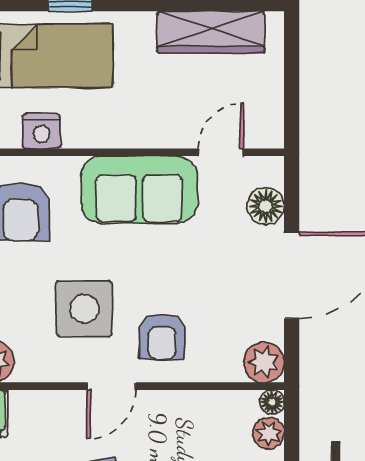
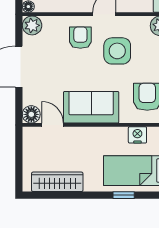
door: (221, 152) -> (53, 125), swing flipped
floor lamp: (266, 206) -> (31, 114), moved

